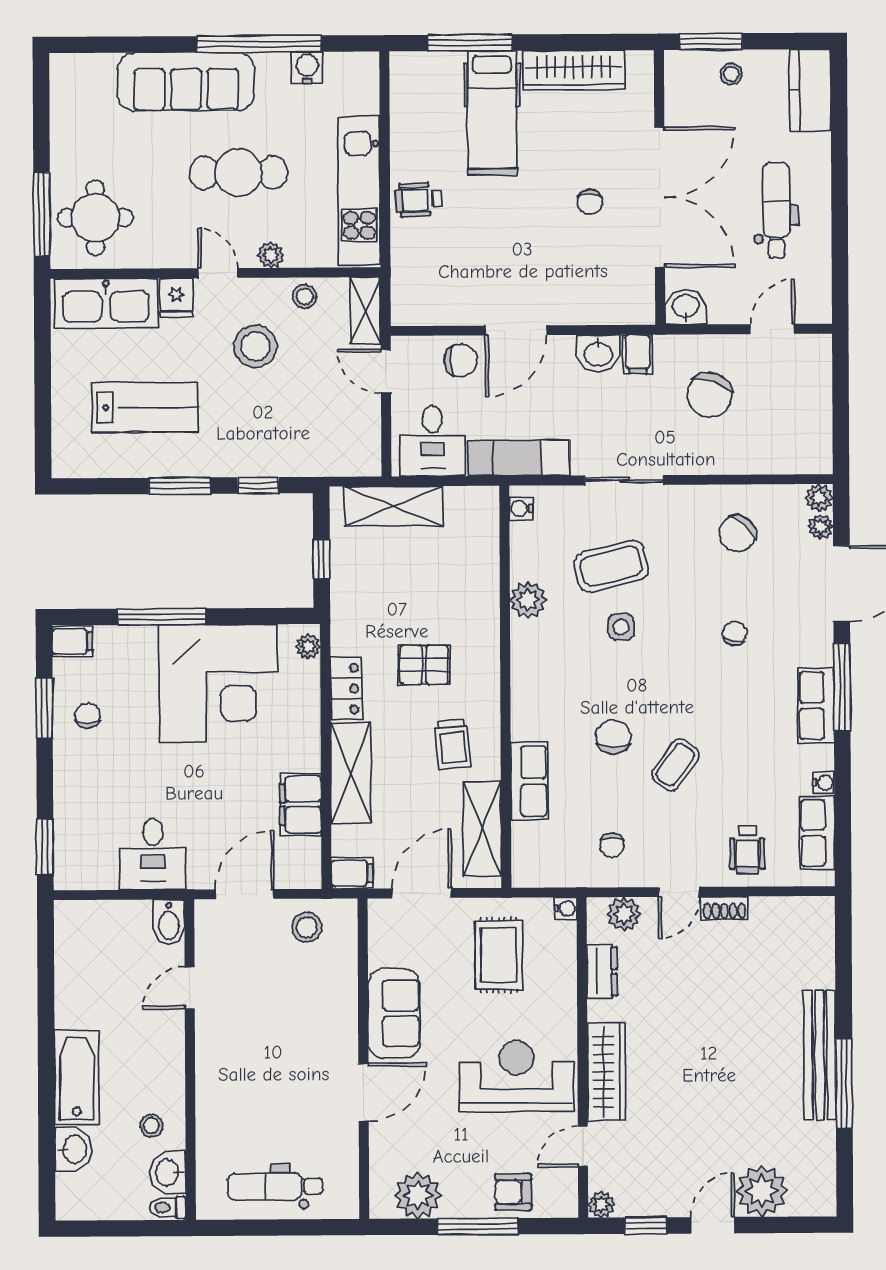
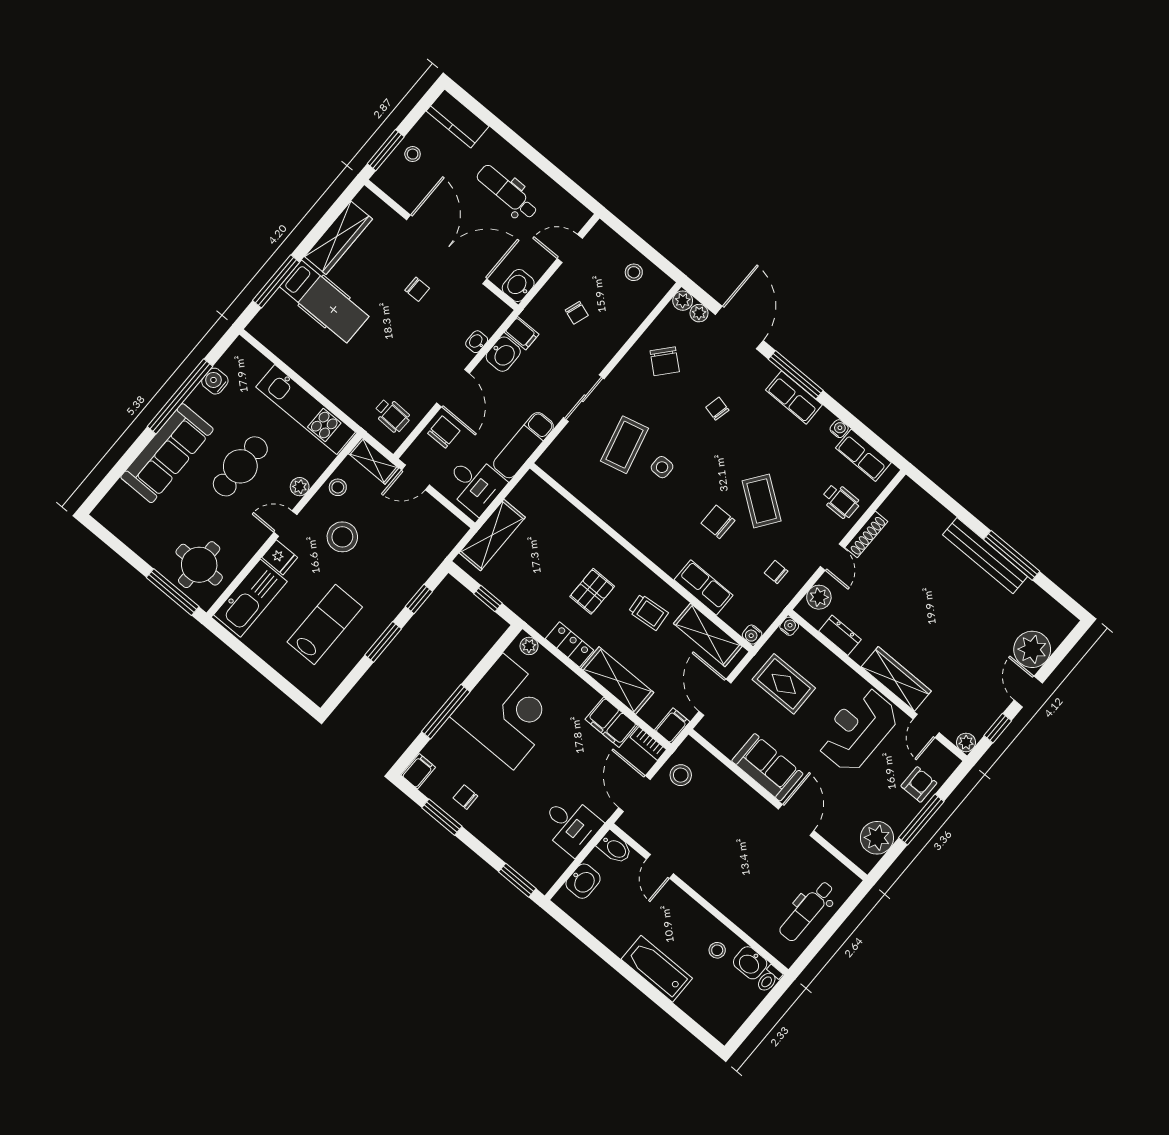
wheelchair: (418, 200) -> (392, 415), moved, turned -85
washbasin: (588, 313) -> (477, 342), added
door: (772, 329) -> (570, 249), hinge flipped
chair: (710, 395) -> (577, 313), width x0.54, depth x0.54
stool: (805, 419) -> (634, 272), added
water cooler: (521, 509) -> (752, 635), moved
plant: (528, 600) -> (605, 505), removed
coffee table: (675, 765) -> (762, 501), width x1.36, depth x1.30
chair: (612, 845) -> (776, 572), turned 180
bookcase: (311, 863) -> (648, 743), added
shoe rack: (724, 908) -> (866, 534), width x1.43
washbasin: (74, 1149) -> (583, 881), moved, turned 90
armchair: (513, 1192) -> (919, 784), turned 180

